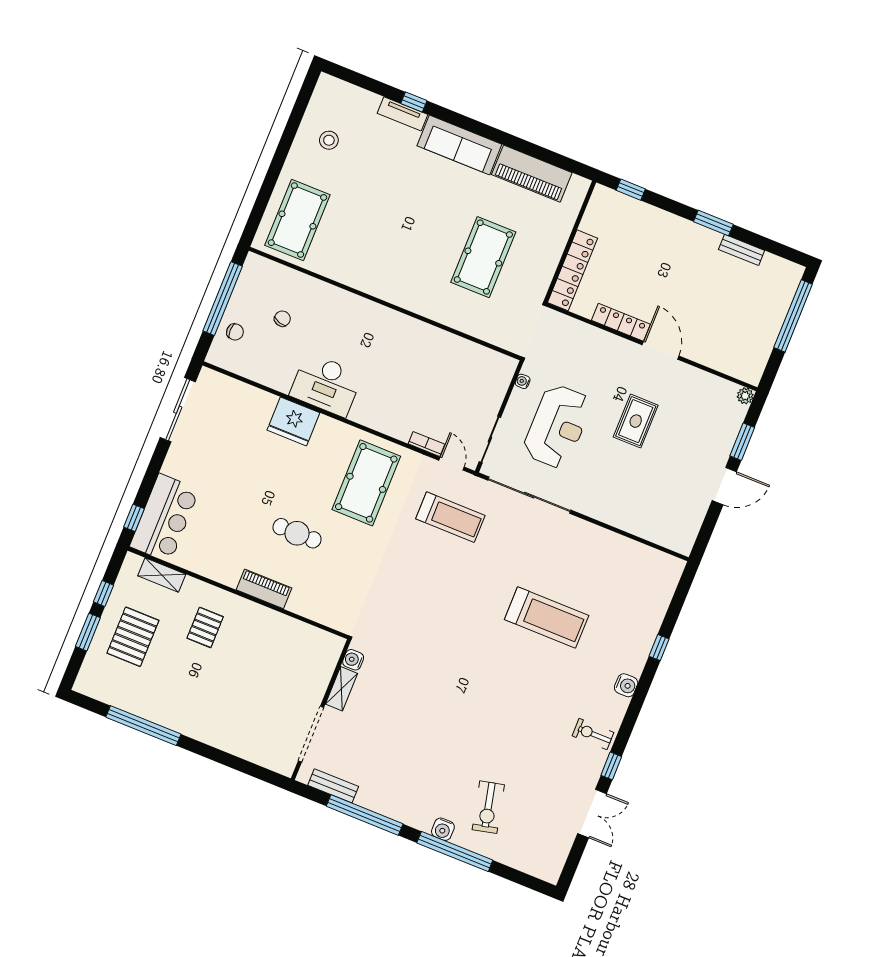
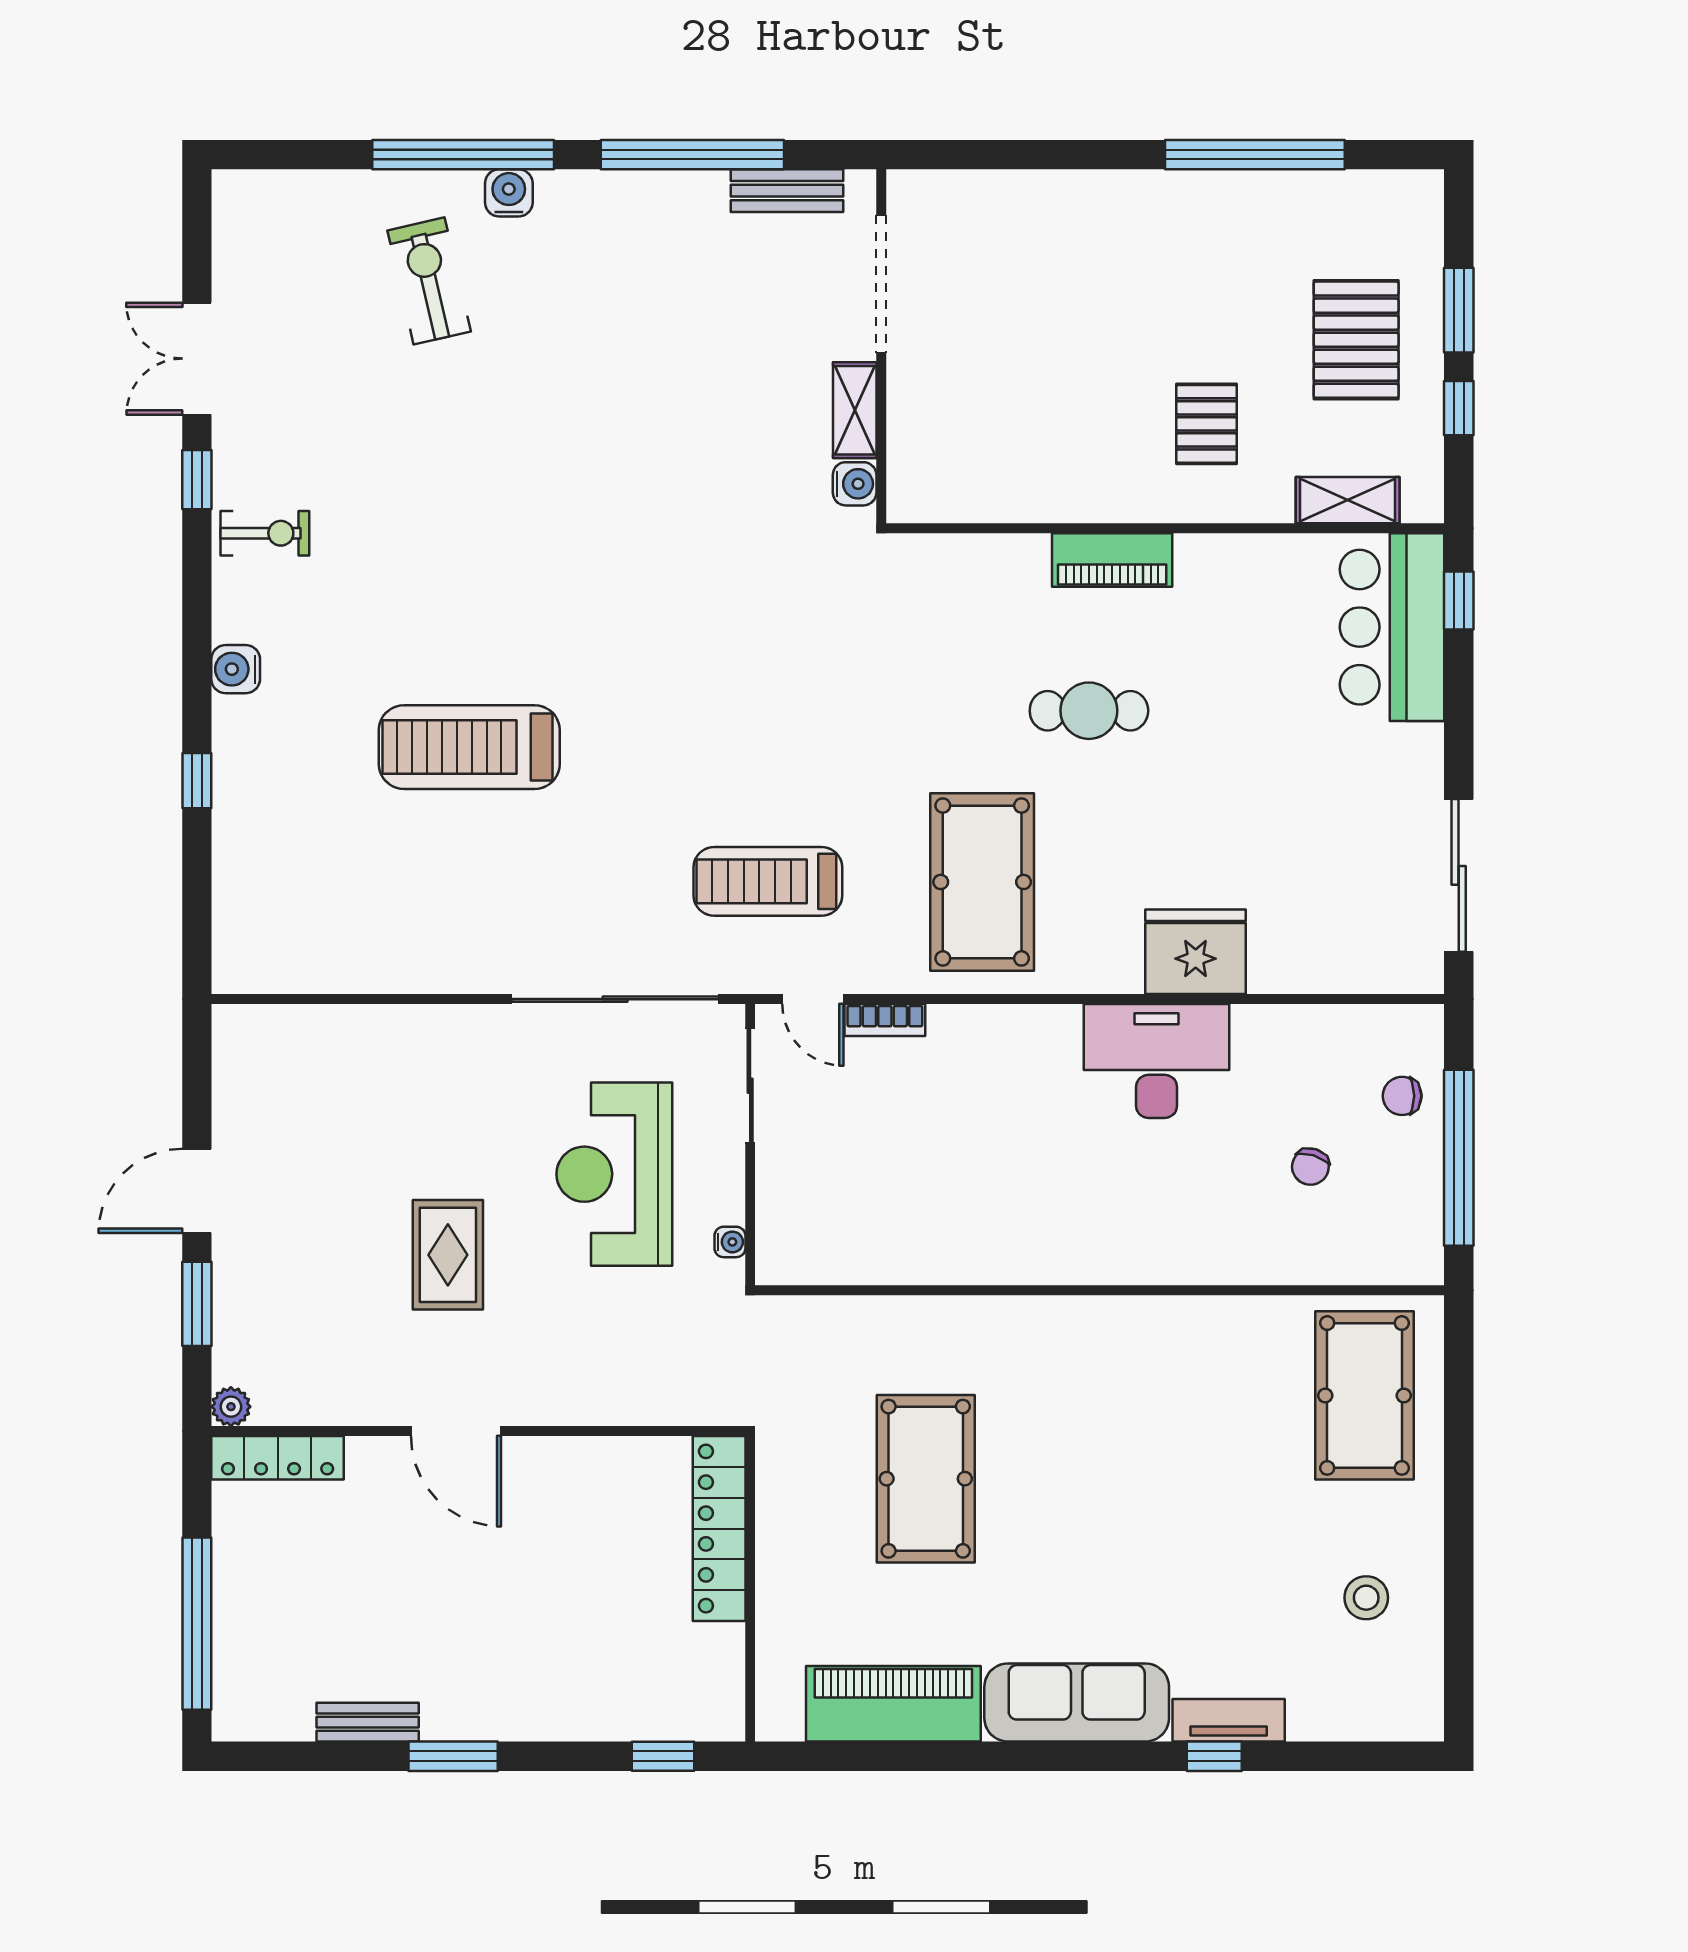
locker: (621, 322) -> (278, 1458), moved

